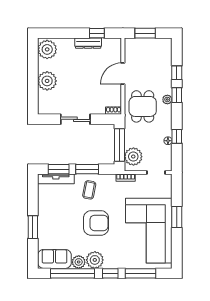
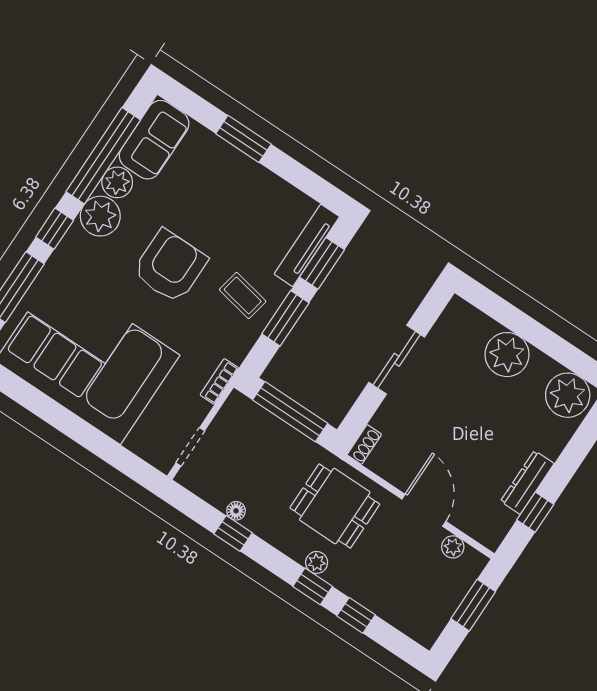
plant: (133, 157) -> (453, 547), moved, width x0.53, depth x0.53
window: (177, 217) -> (78, 430), removed
armchair: (96, 223) -> (170, 266), turned 180

